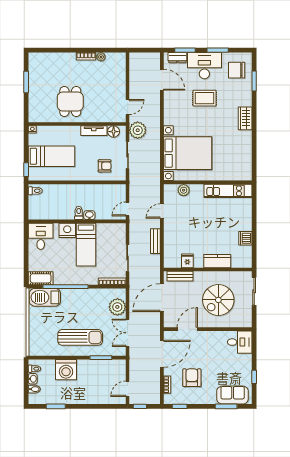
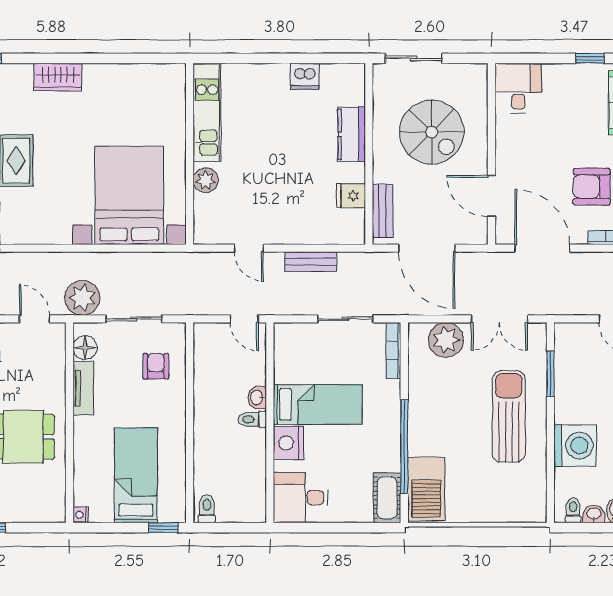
plant: (184, 190) -> (206, 180), moved

